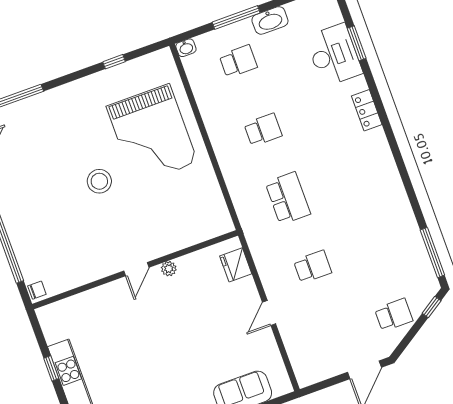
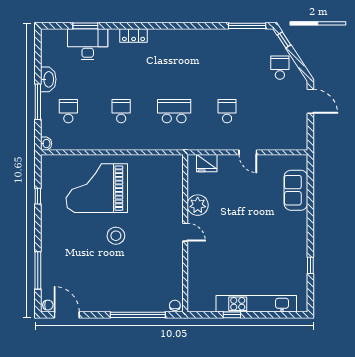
grand piano: (152, 134) -> (97, 188), turned 180
plant: (169, 269) -> (198, 205), width x1.88, depth x1.88

